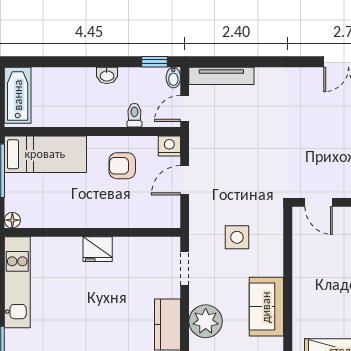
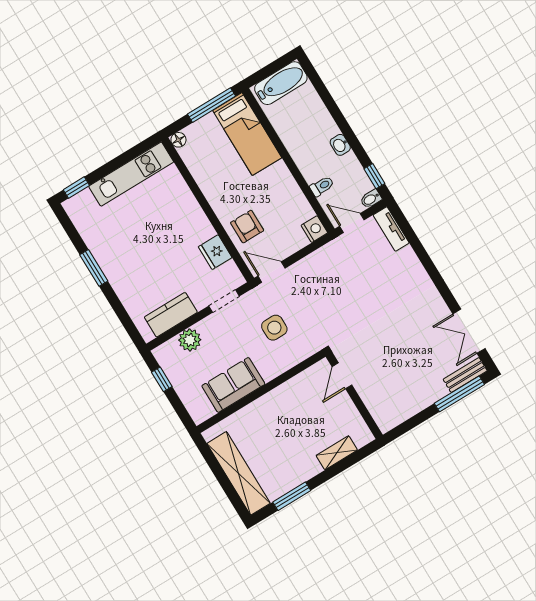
tv unit: (221, 76) -> (391, 229), width x0.71
armchair: (122, 166) -> (247, 227), moved
door: (185, 180) -> (272, 272), moved
fridge: (98, 249) -> (215, 252), moved
plant: (206, 321) -> (190, 340), width x0.73, depth x0.73

